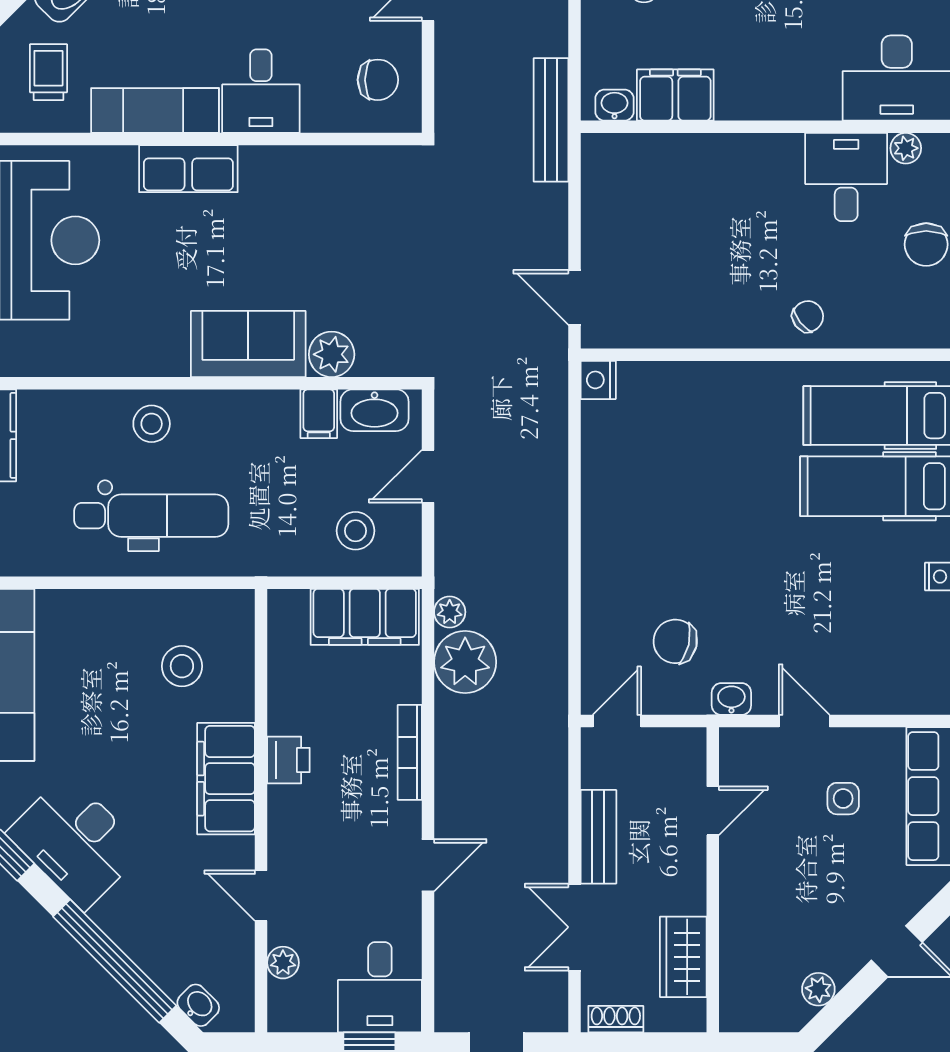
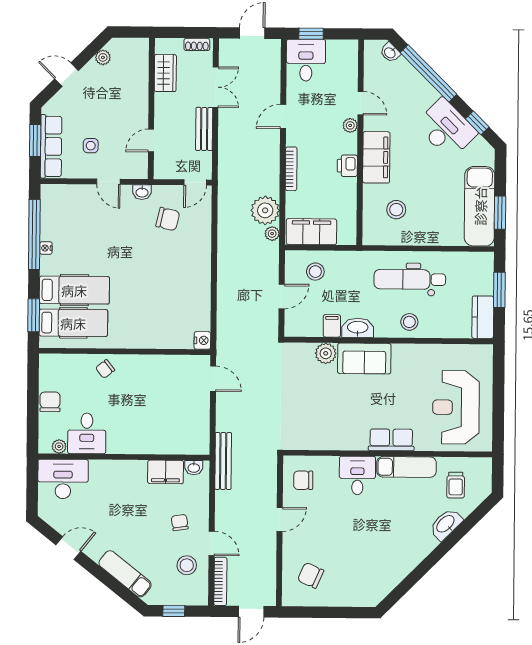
washbasin: (374, 410) -> (358, 328), moved
plant: (283, 963) -> (350, 125), moved

